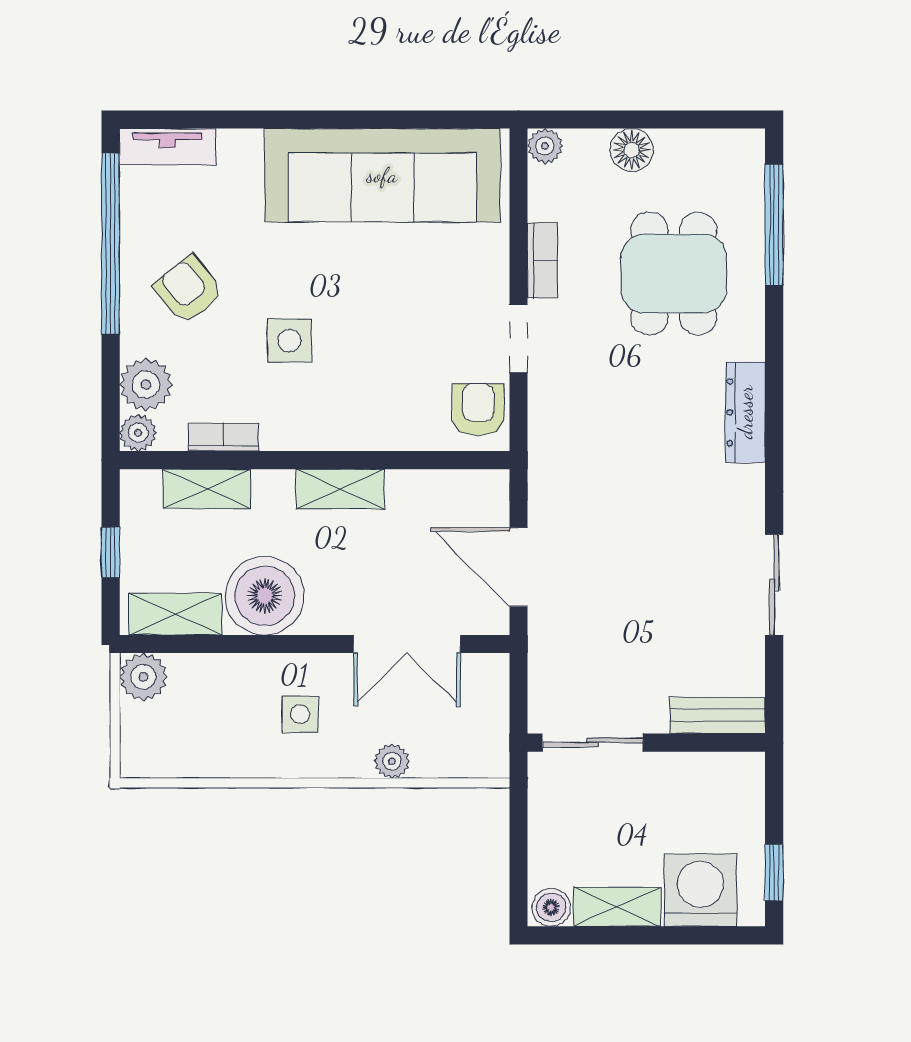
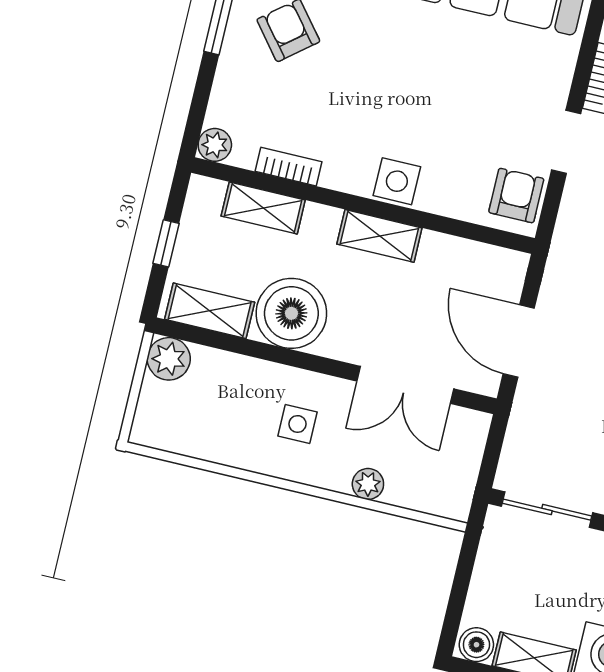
side table: (289, 341) -> (397, 181), moved
plant: (146, 384) -> (232, 104), removed

